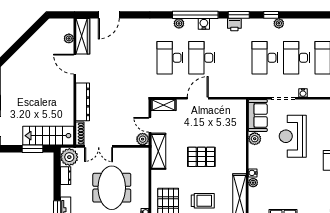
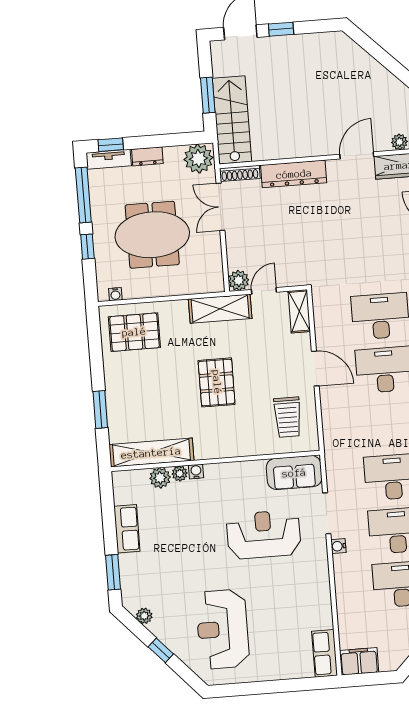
plant: (255, 139) -> (160, 478), moved
dresser: (66, 176) -> (147, 156), moved
trolley: (203, 201) -> (288, 417), moved

